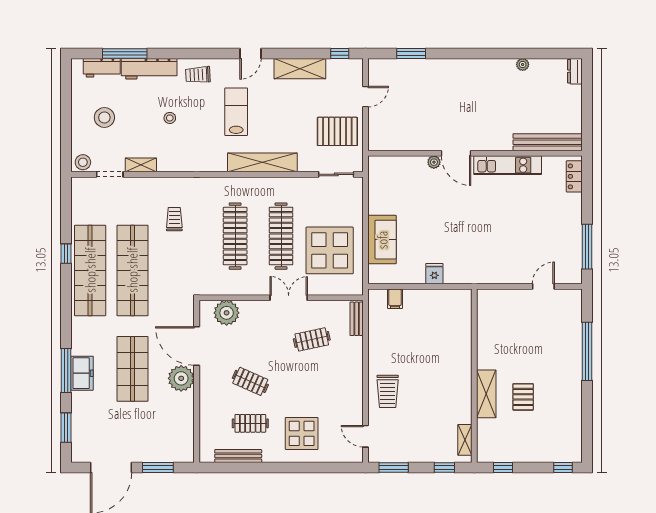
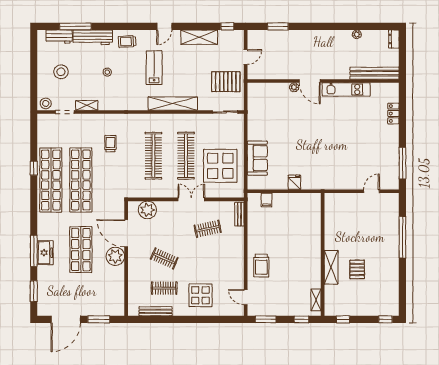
bench: (548, 142) -> (375, 73), moved
door: (456, 153) -> (310, 81), moved
wall: (475, 153) -> (323, 81), moved
plant: (434, 162) -> (294, 87), moved
kitchen unit: (508, 165) -> (346, 89), moved

